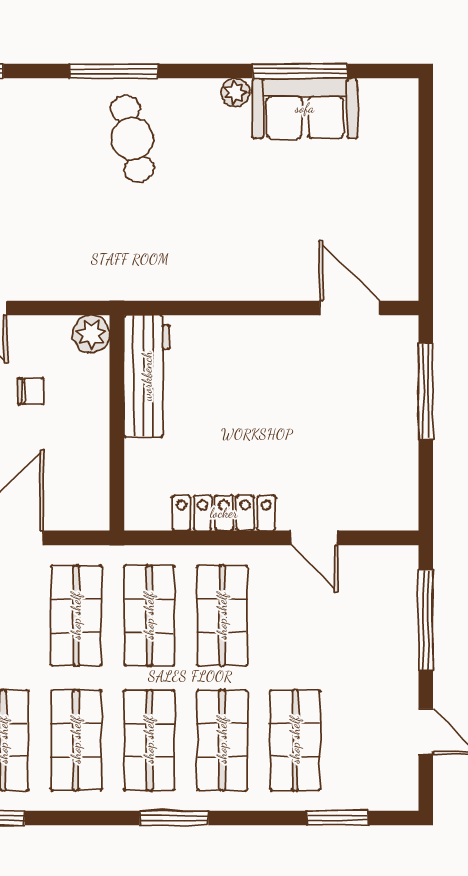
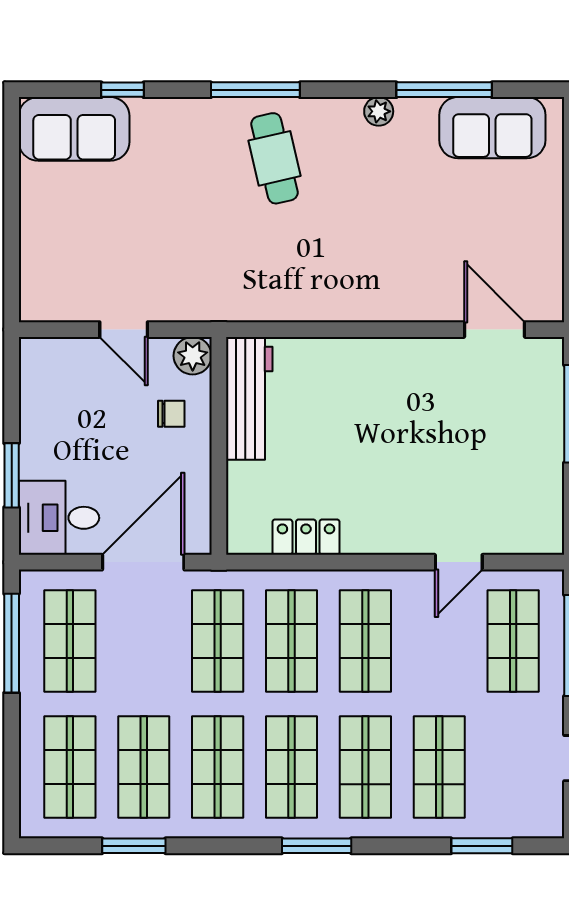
sofa: (305, 108) -> (492, 128), moved
plant: (91, 334) -> (193, 356), moved
workbench: (147, 376) -> (249, 398), moved
wall: (117, 423) -> (219, 446), moved
locker: (224, 513) -> (306, 537), moved, width x0.66
door: (314, 538) -> (459, 562), hinge flipped
shop shelf: (368, 616) -> (513, 641), added

